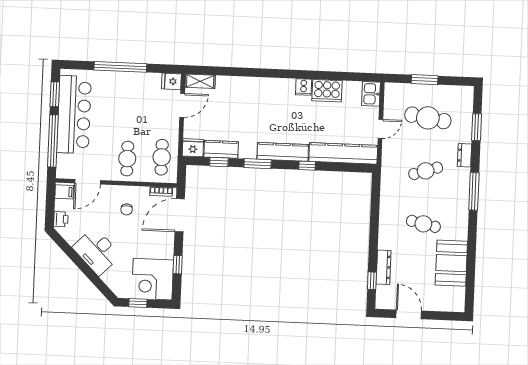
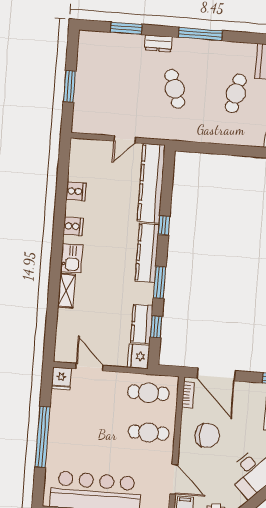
shelving: (200, 81) -> (67, 291), moved
cooker: (327, 91) -> (76, 191), width x0.53, depth x0.76
kitchen sink: (371, 94) -> (72, 258), moved, turned -90
cafe table: (428, 118) -> (114, 84), removed
door: (380, 129) -> (125, 139), swing flipped
chair: (127, 209) -> (207, 435), width x1.87, depth x1.87

